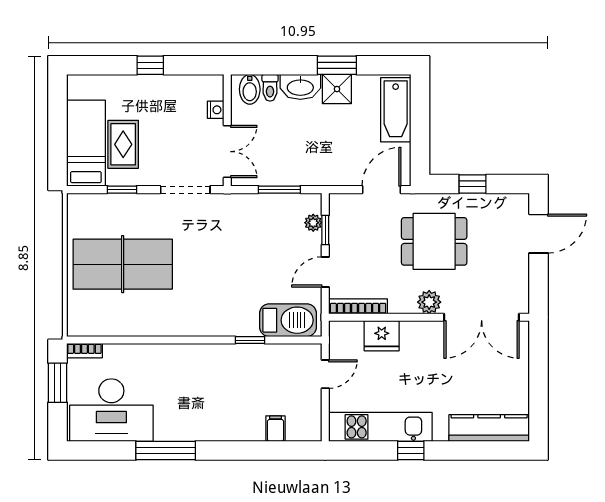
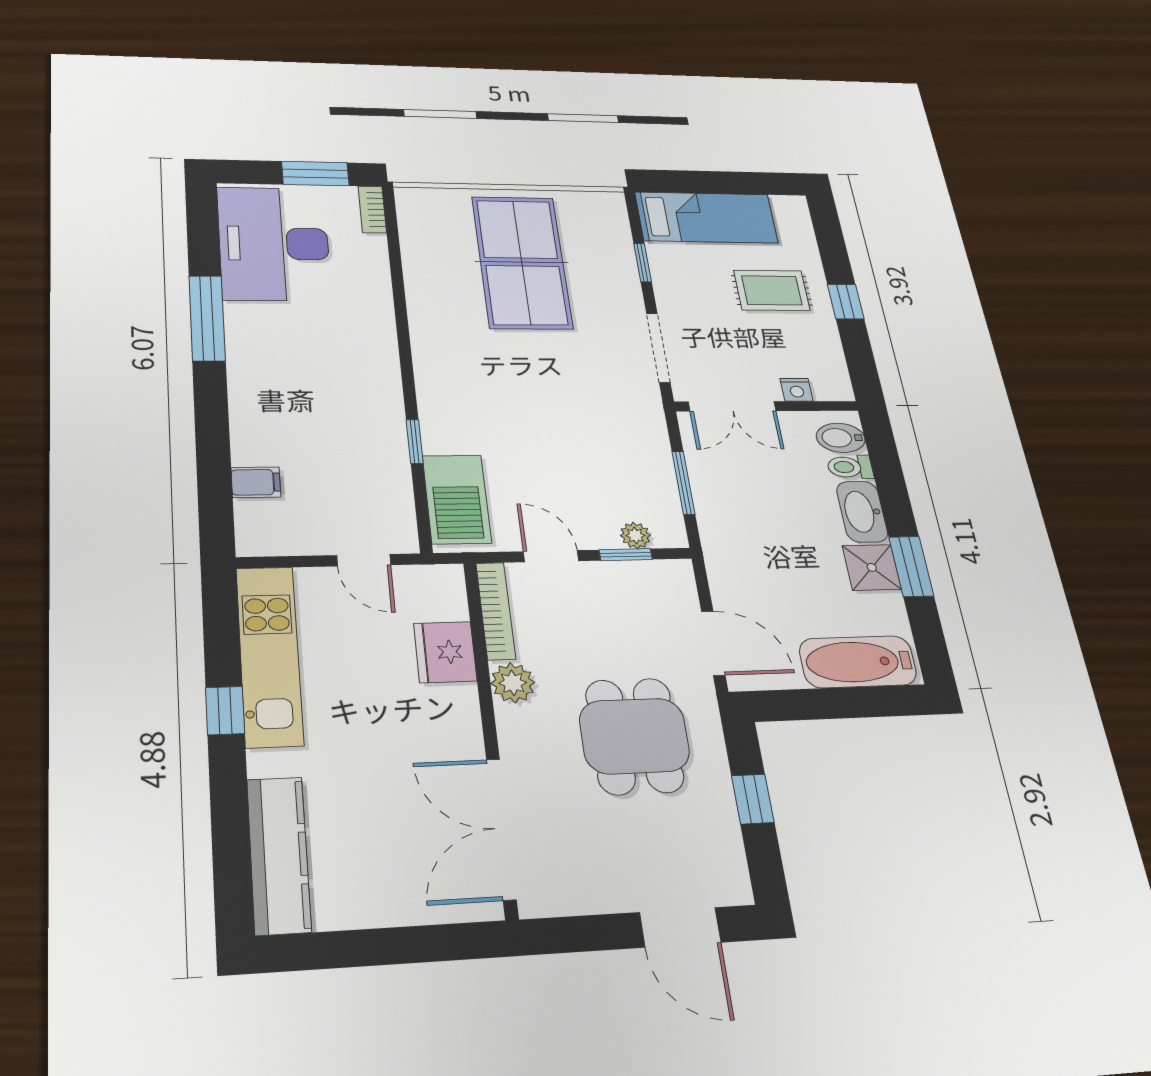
rug: (123, 144) -> (772, 290), moved
plant: (429, 302) -> (513, 683), moved

